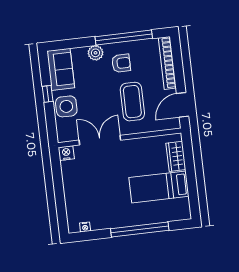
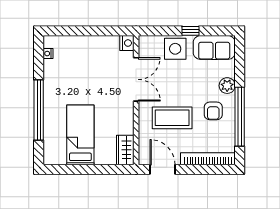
wardrobe: (176, 156) -> (125, 150), moved, turned -90

